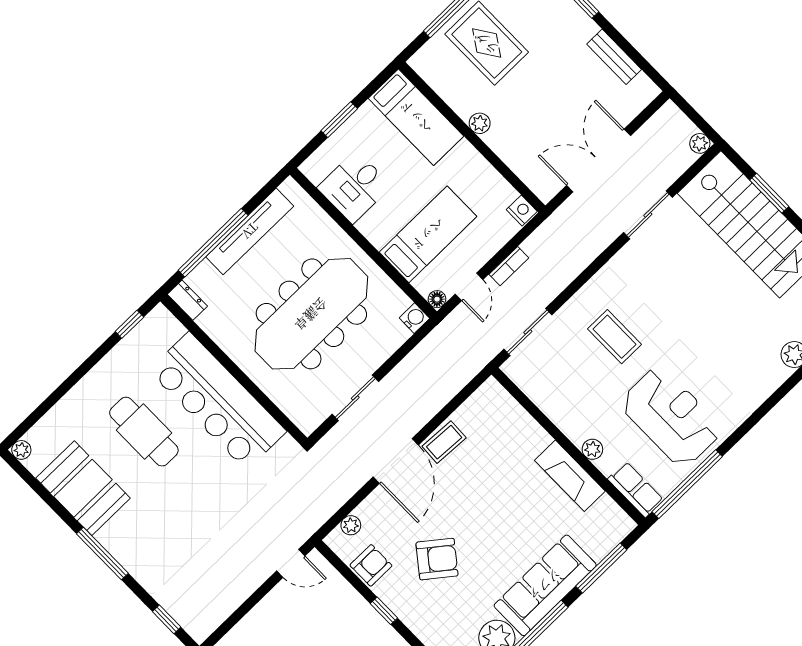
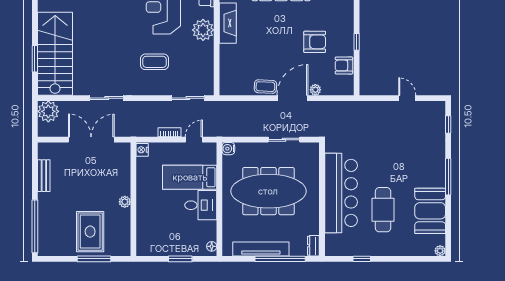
bed: (416, 117) -> (148, 230), removed
plant: (700, 143) -> (48, 111), width x1.87, depth x1.87
double door: (599, 160) -> (91, 140), swing flipped
desk: (354, 187) -> (201, 205), moved
sliding door: (648, 215) -> (107, 98), moved
floor lamp: (437, 299) -> (212, 246), moved
window: (129, 324) -> (362, 259), moved
coffee table: (614, 337) -> (155, 62), turned 90
plant: (592, 449) -> (203, 30), width x1.88, depth x1.88
plant: (351, 525) -> (315, 90), moved
armchair: (437, 559) -> (315, 42), turned 142
door: (291, 563) -> (407, 98), moved

